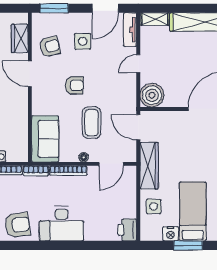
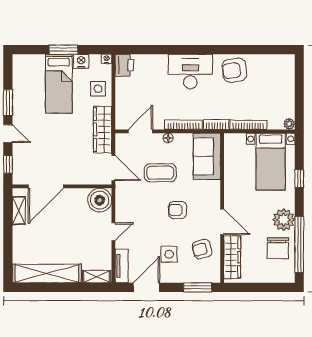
wardrobe: (20, 38) -> (232, 257), width x1.50
coffee table: (92, 123) -> (160, 173), turned 90
nightstand: (145, 236) -> (107, 59), added

